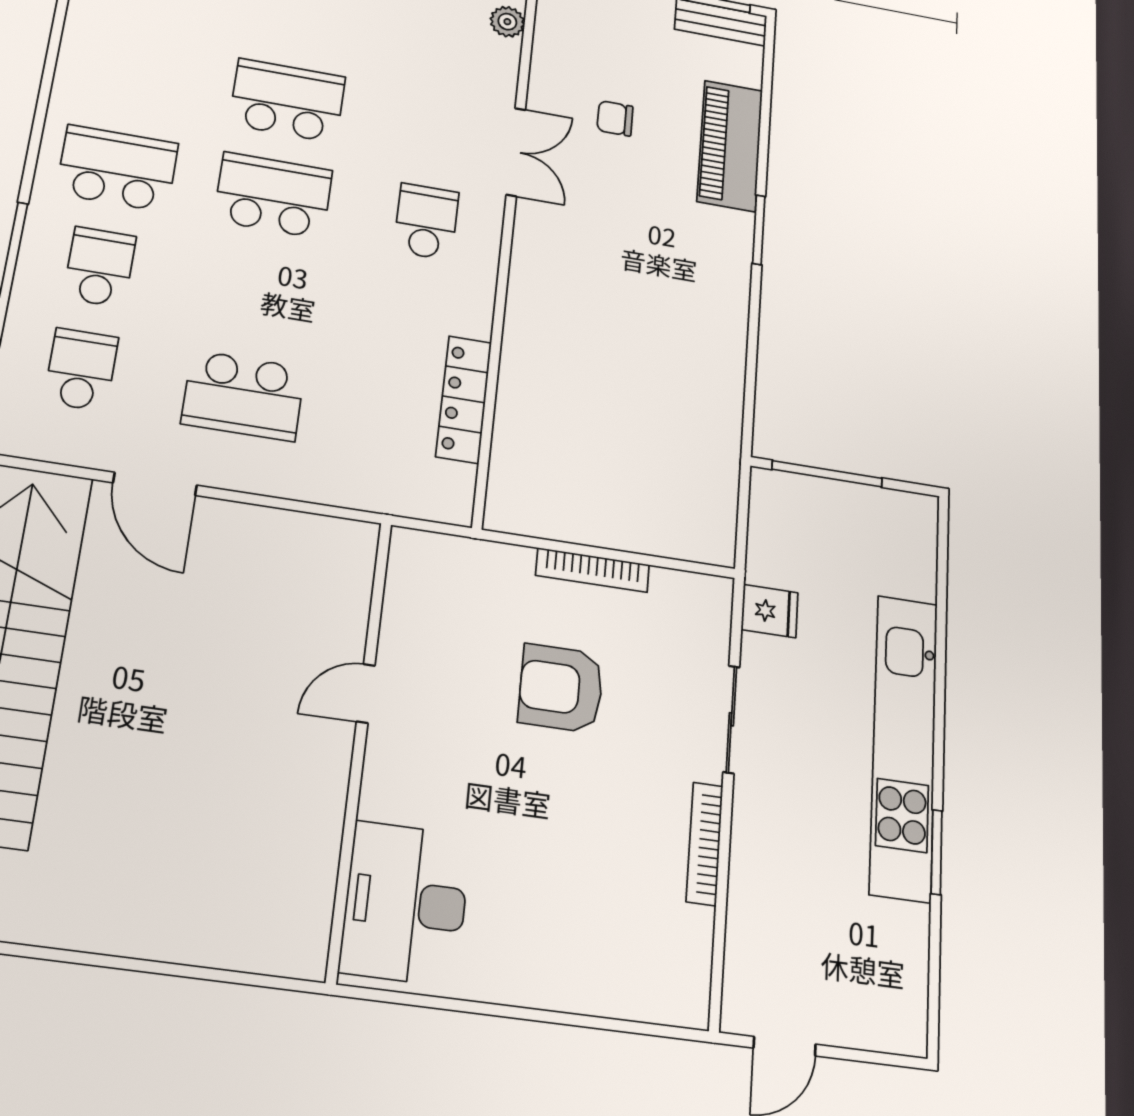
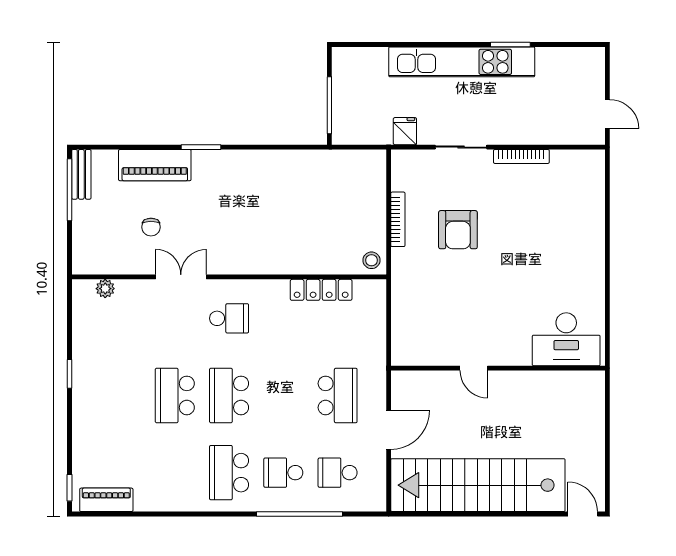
school desk: (426, 222) -> (229, 318), turned 180
stool: (514, 505) -> (371, 260), added
door: (366, 694) -> (474, 368), moved
wall: (359, 745) -> (498, 368), moved
desk: (406, 903) -> (566, 339), moved

